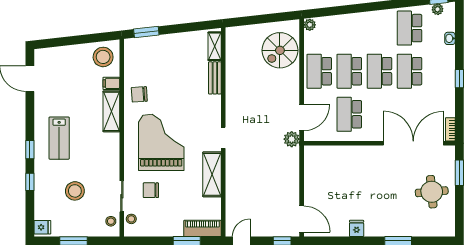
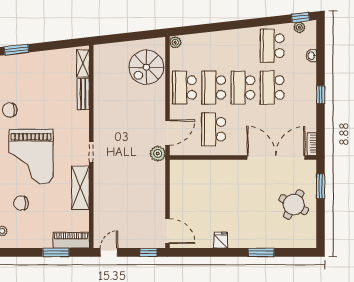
grand piano: (161, 142) -> (31, 157), turned 180
round table: (432, 192) -> (294, 205), turned 34

